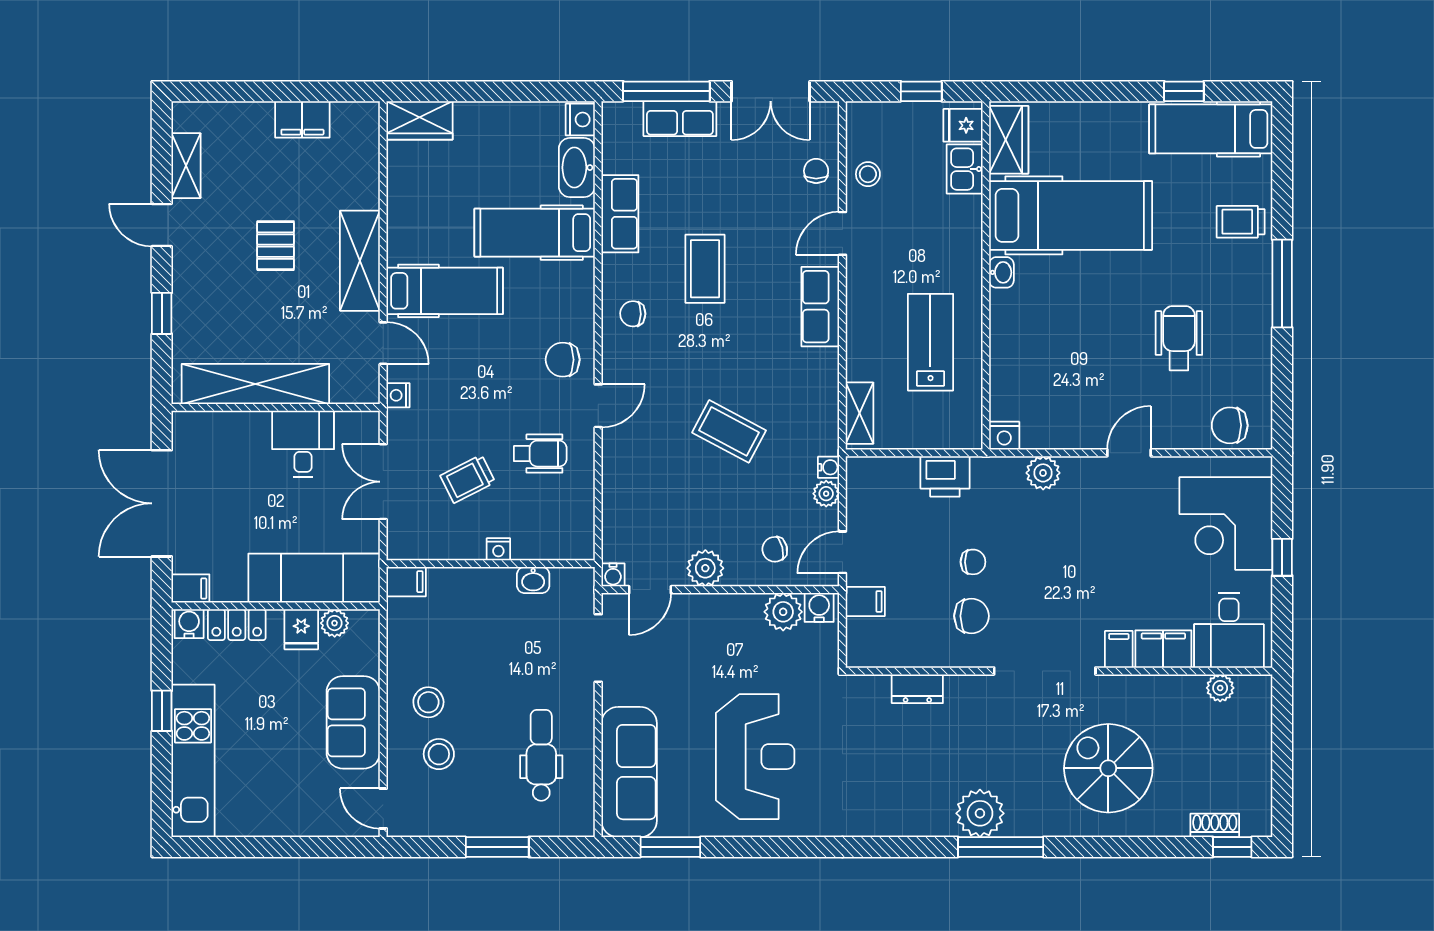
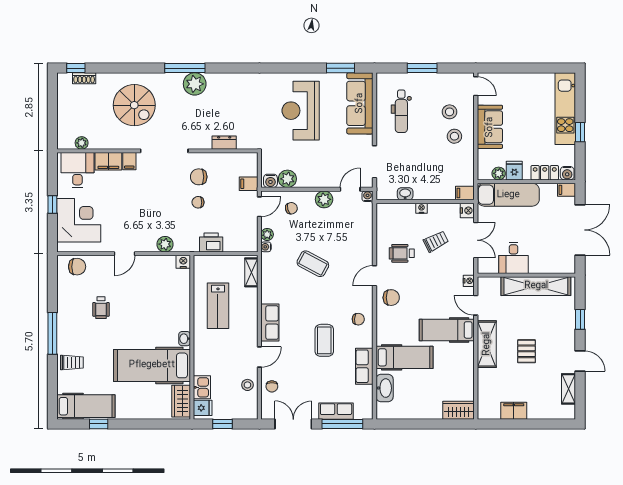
nightstand: (580, 120) -> (467, 211), moved, turned 180
wheelchair: (1179, 338) -> (101, 308), width x0.73, depth x0.73

